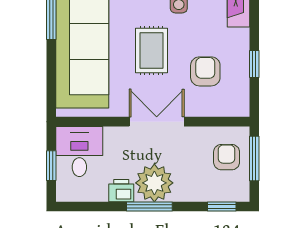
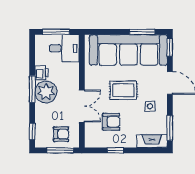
double door: (157, 122) -> (82, 106), moved
window: (51, 166) -> (56, 32), width x1.50

